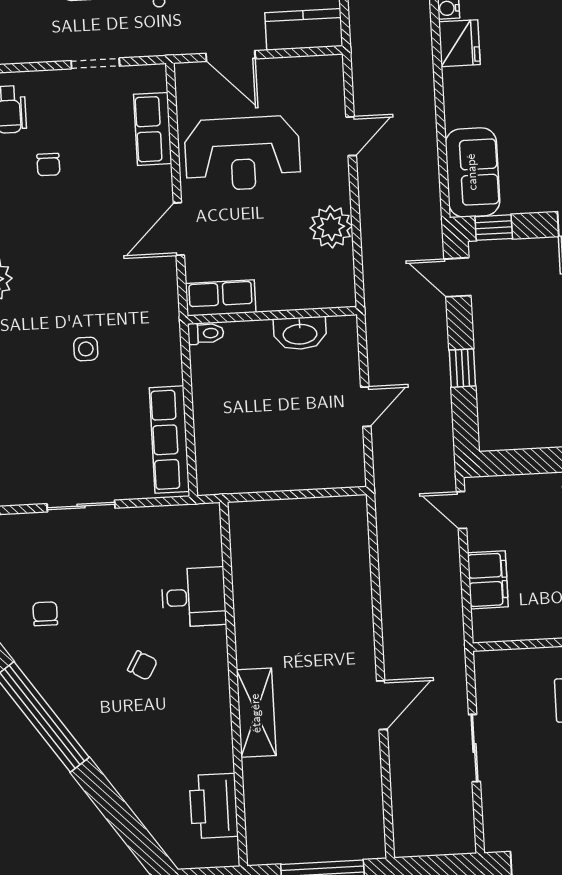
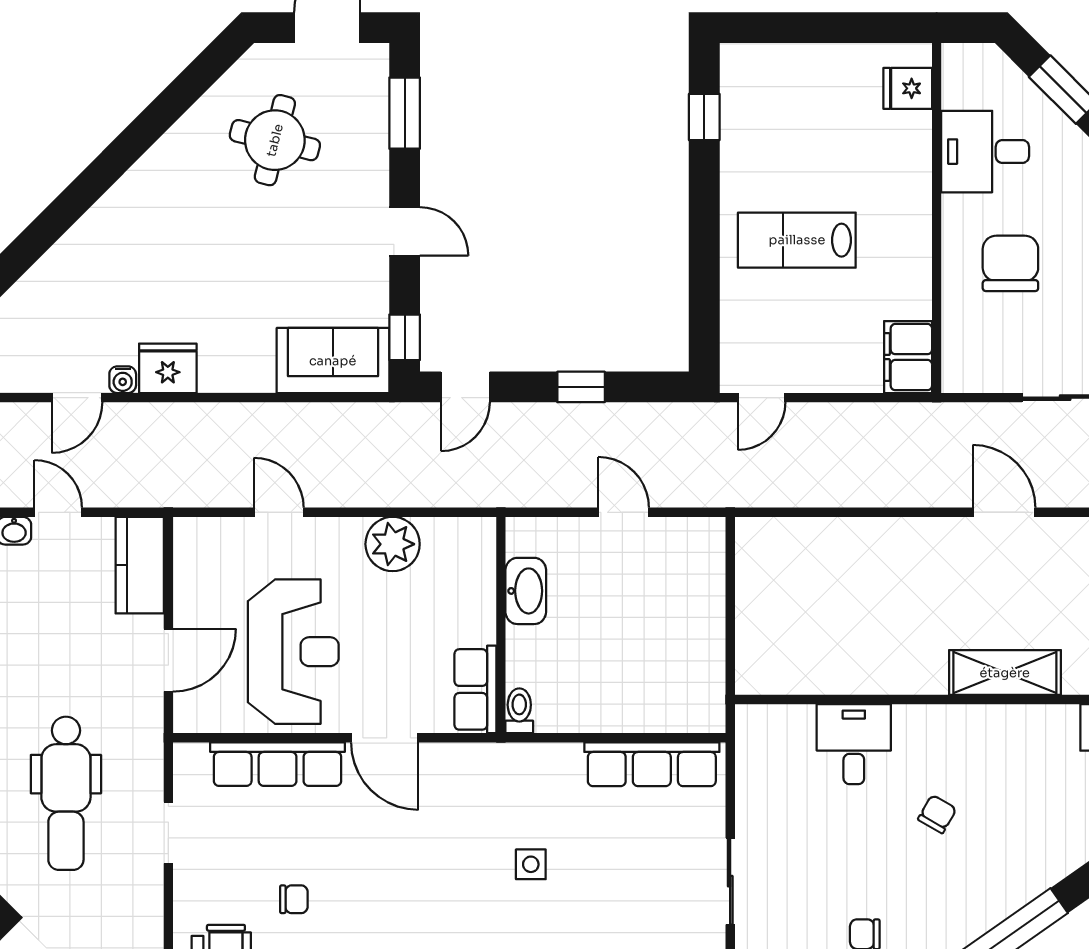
row of seats: (153, 129) -> (278, 764), width x1.48
filing cabinet: (488, 580) -> (908, 357), moved, turned -90

